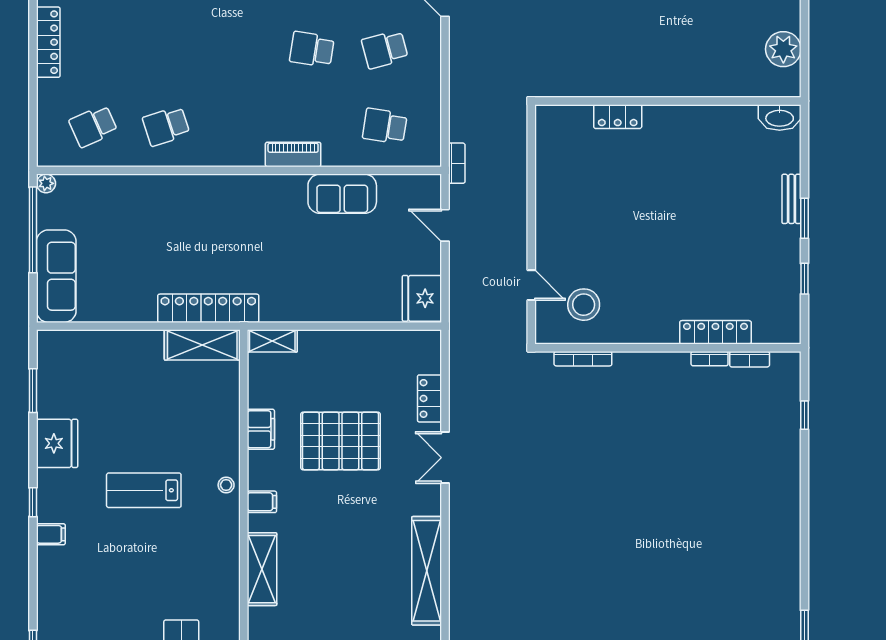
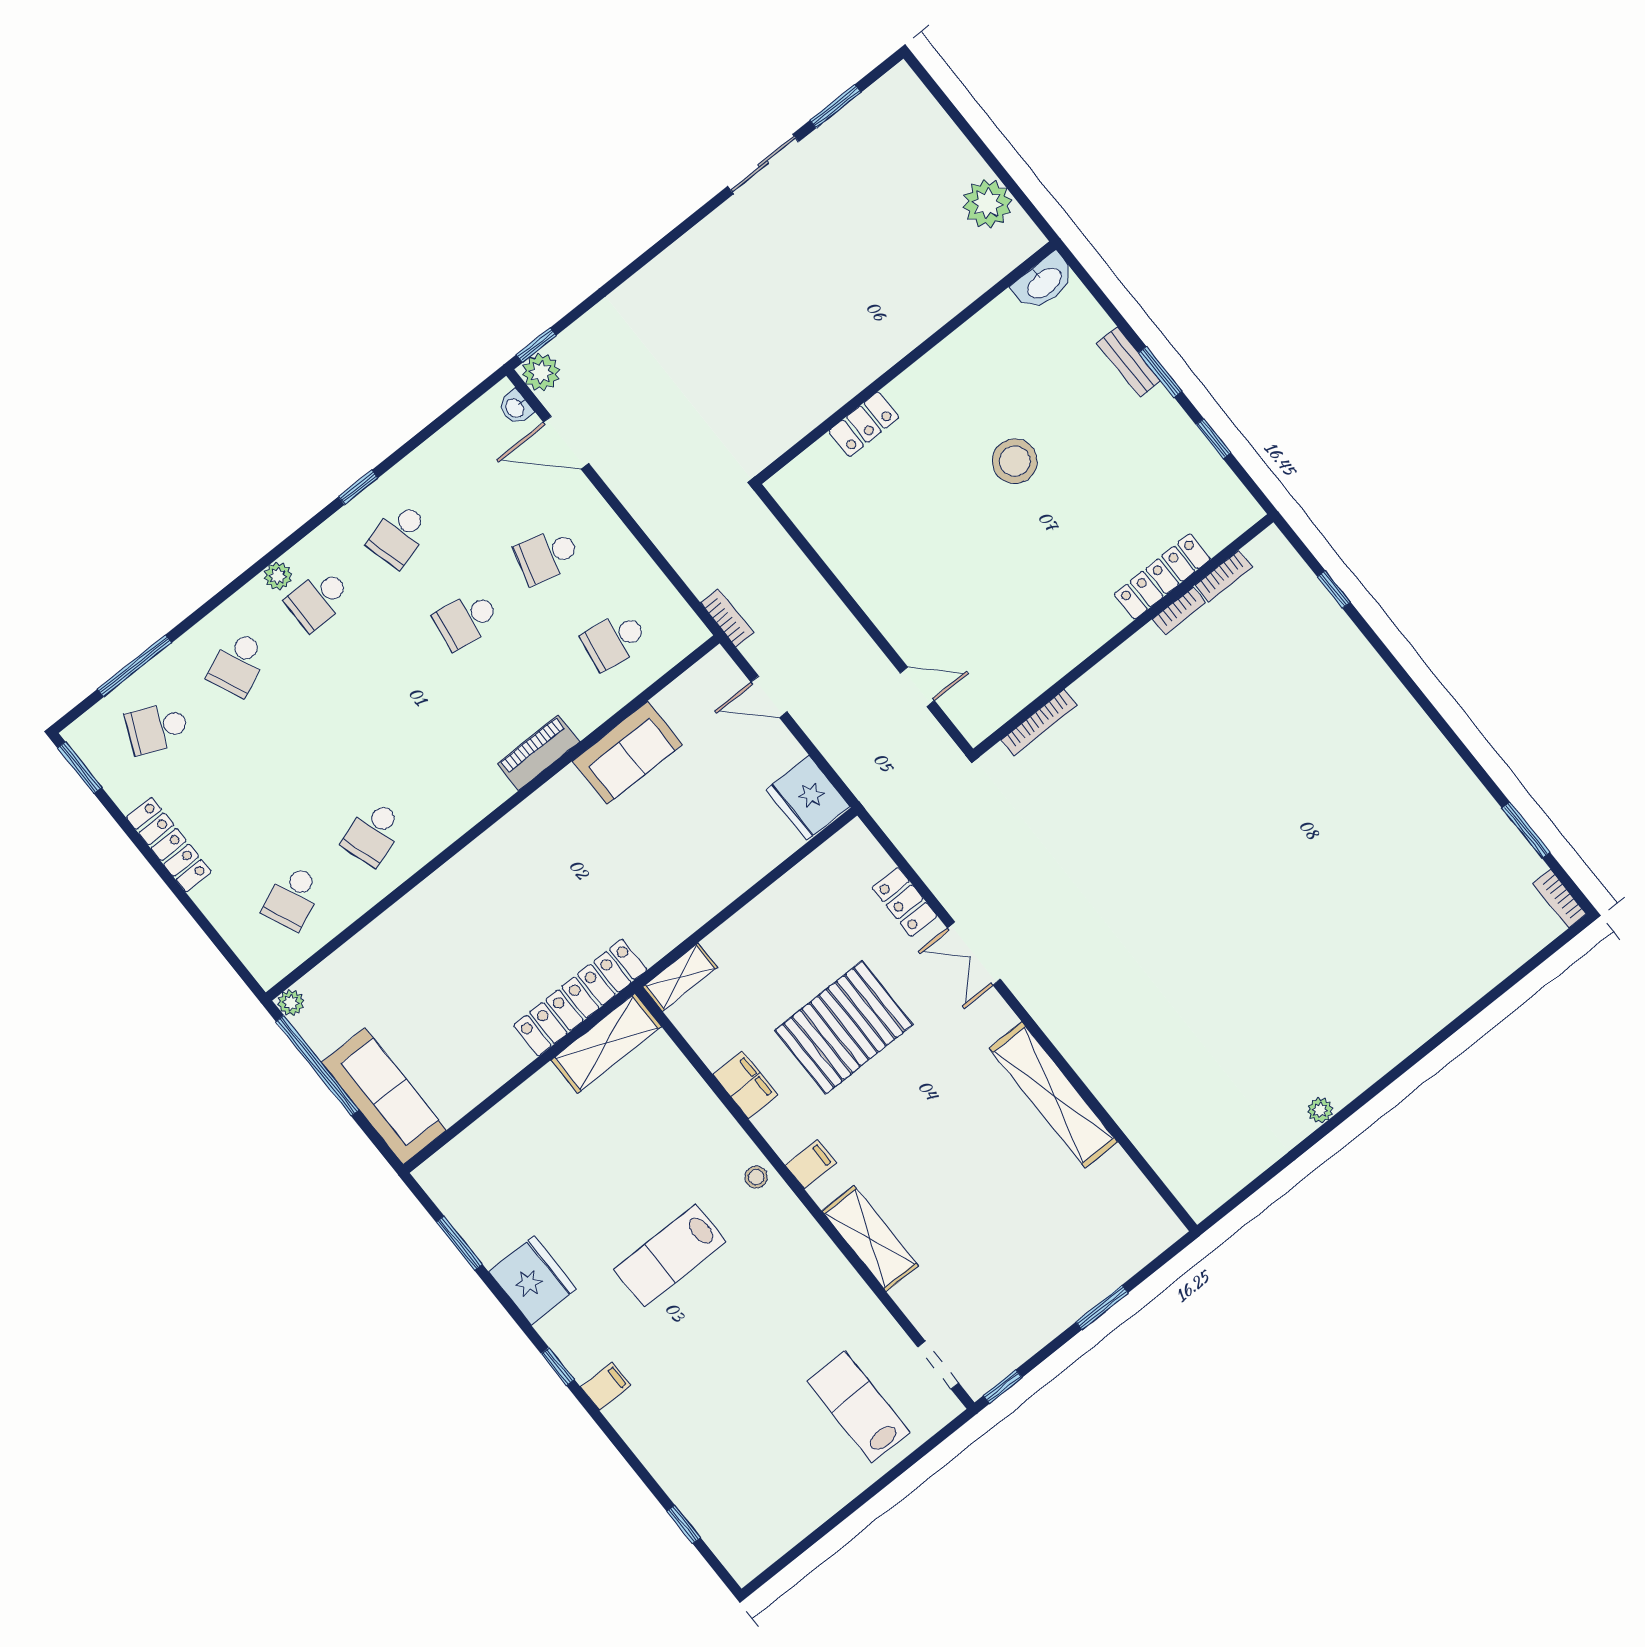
school desk: (385, 49) -> (547, 556), turned 30
stool: (584, 305) -> (1015, 461), moved

